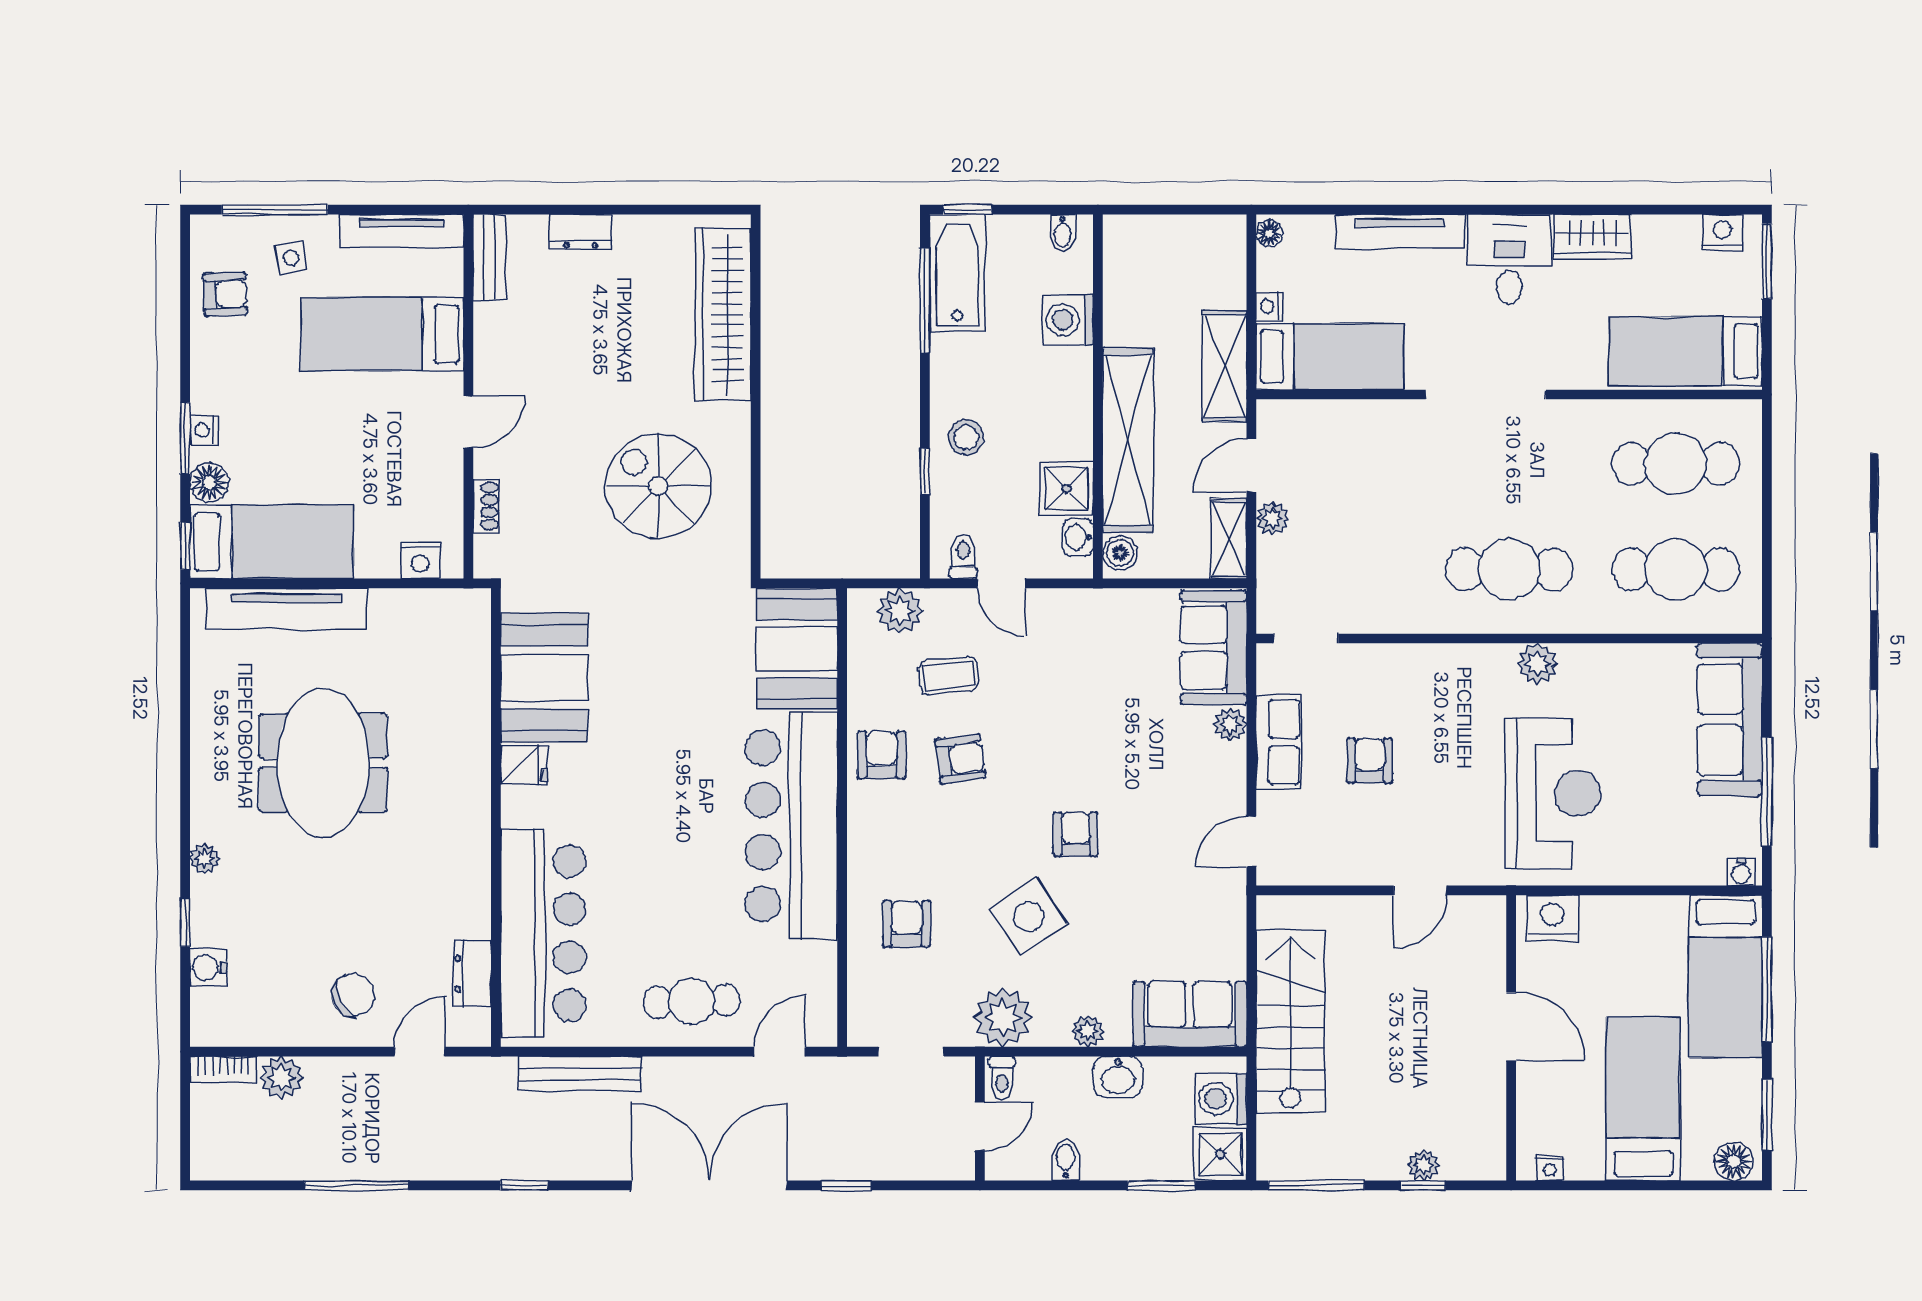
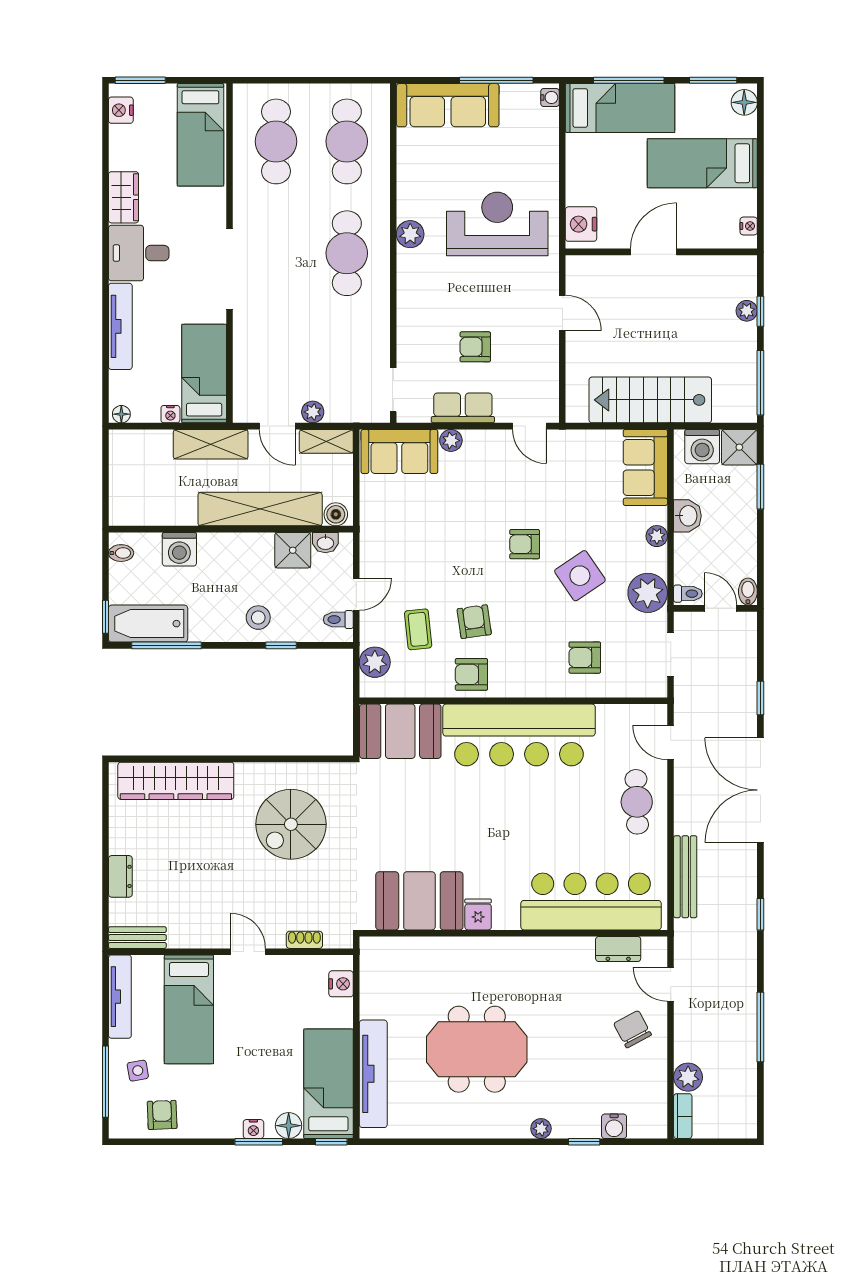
bidet: (1066, 1160) -> (748, 592), moved, turned 90

